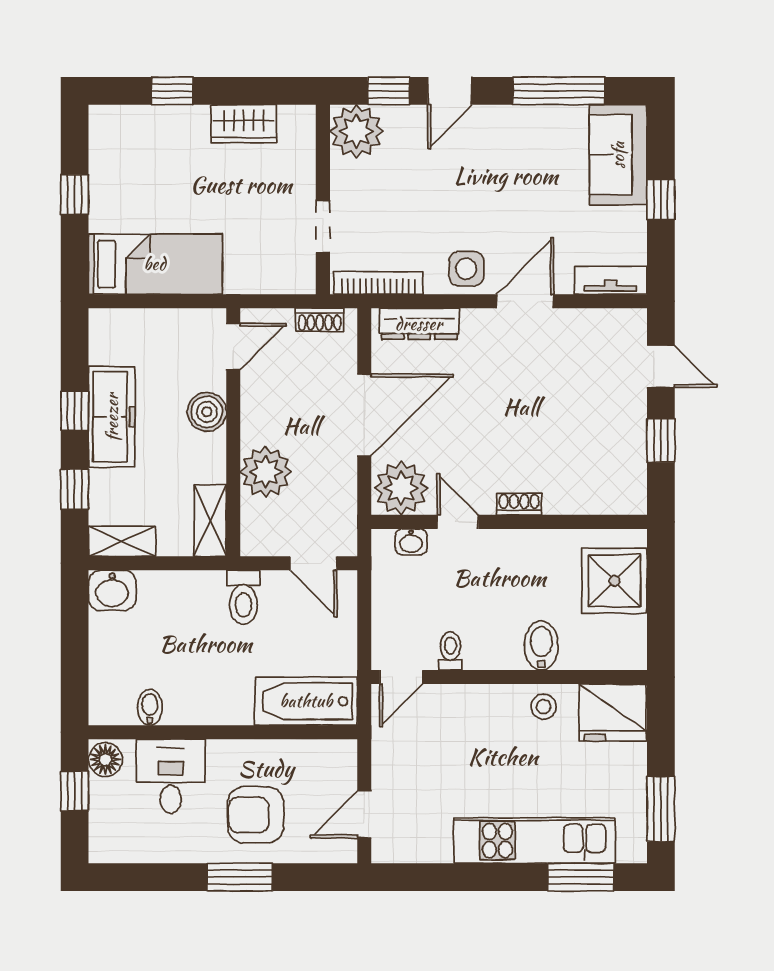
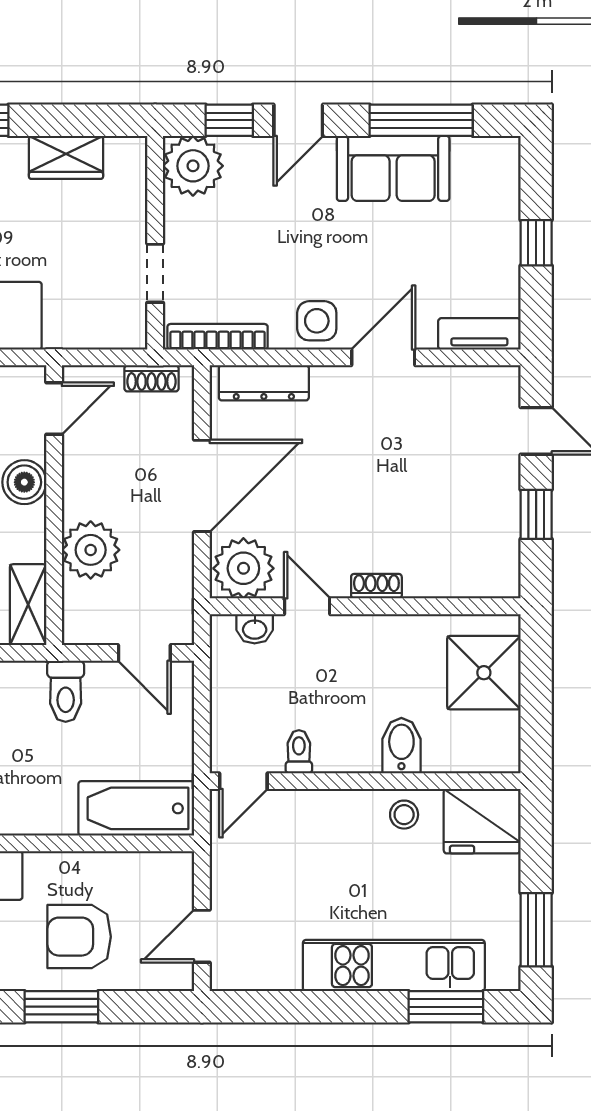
sofa: (618, 155) -> (393, 168), moved, turned -90

